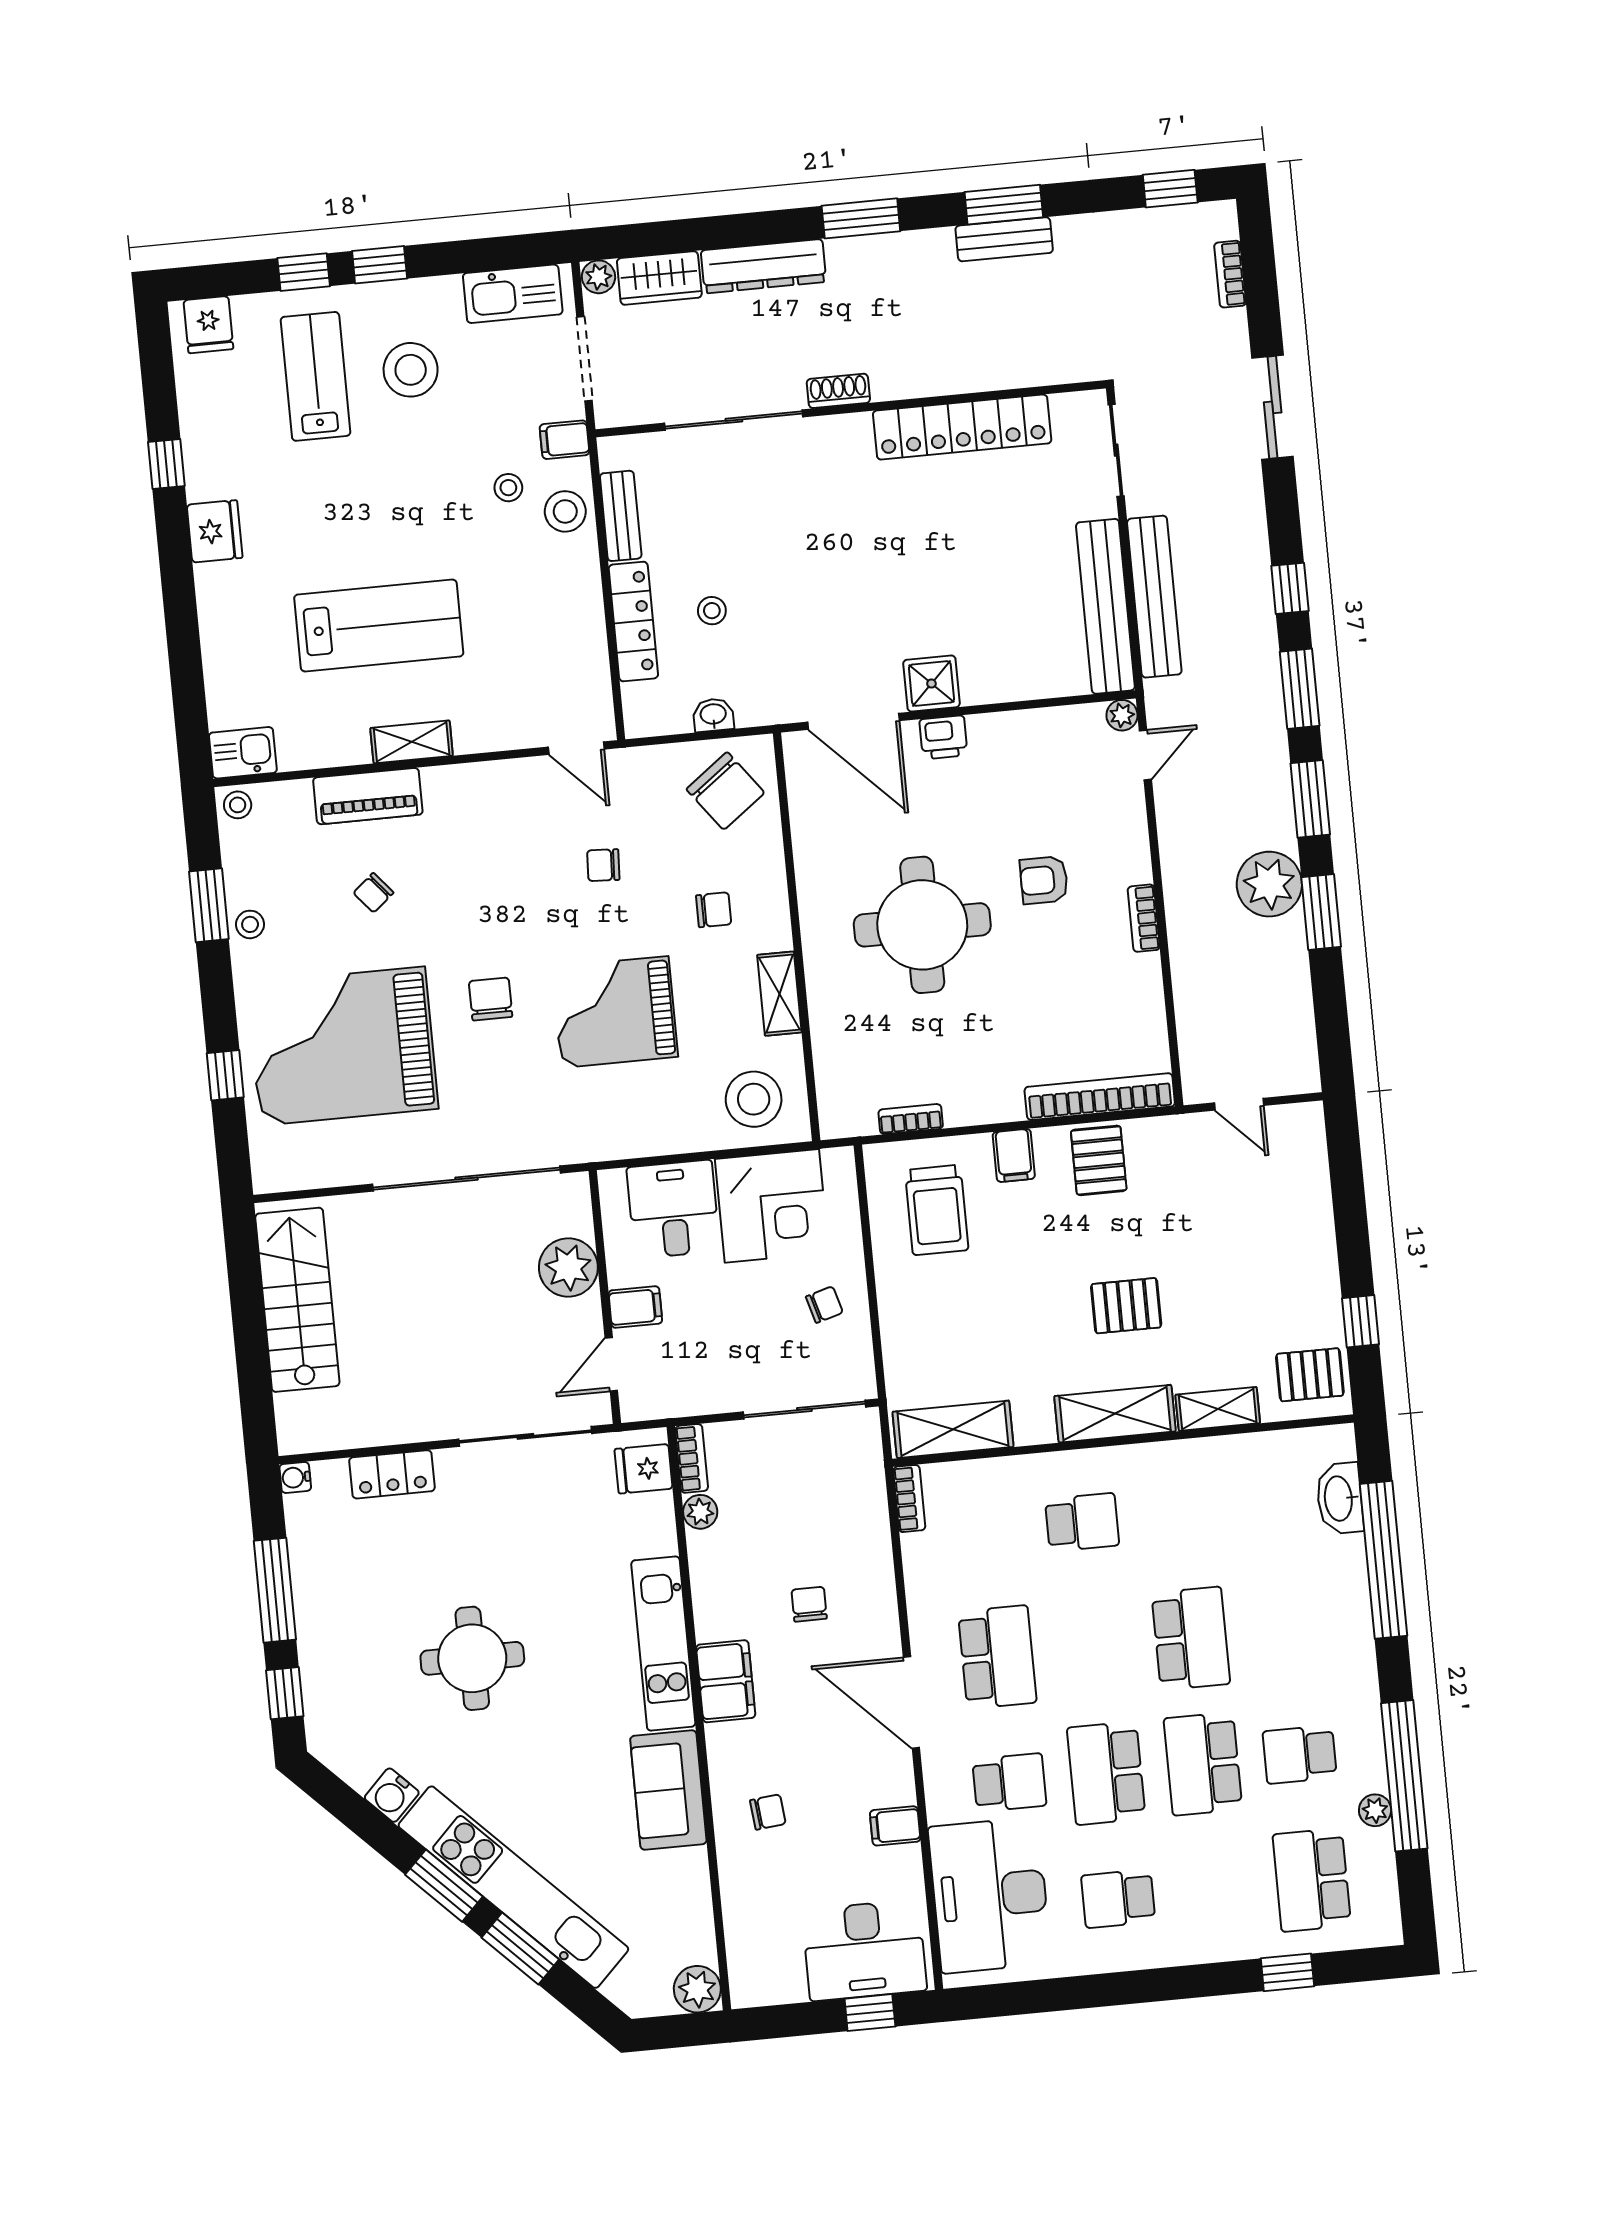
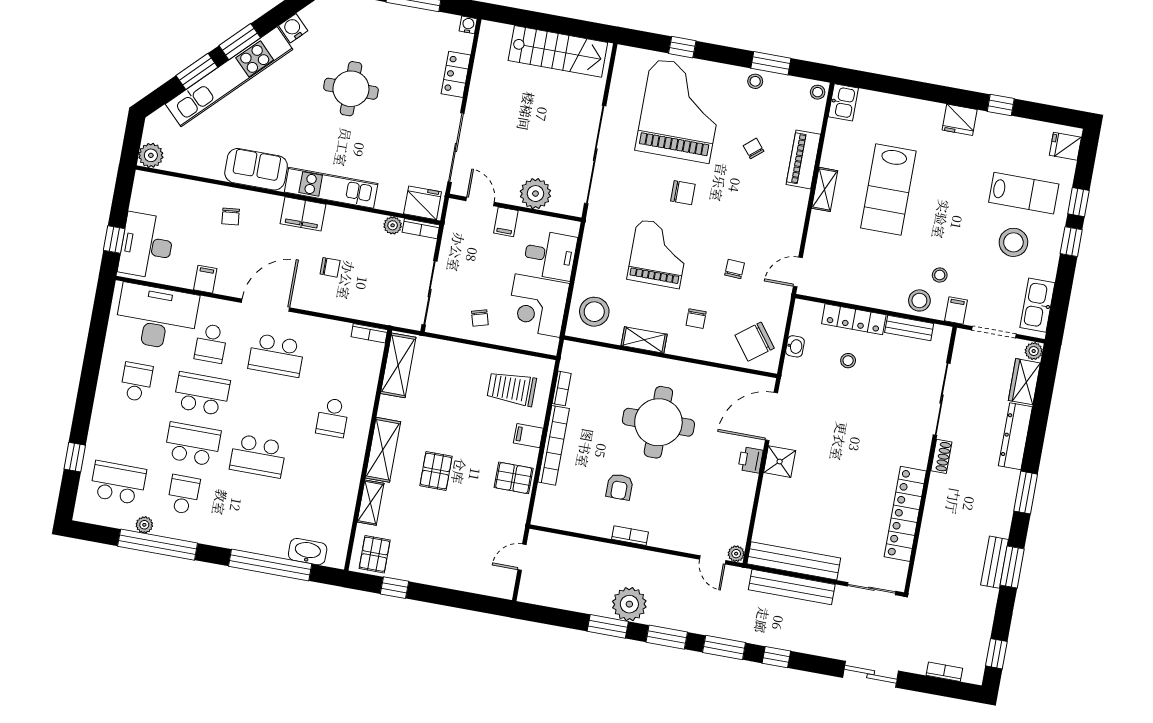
armchair: (1044, 880) -> (620, 487), moved, turned 180
bookcase: (1100, 1097) -> (554, 445), moved
fridge: (644, 1469) -> (423, 203), width x1.38

